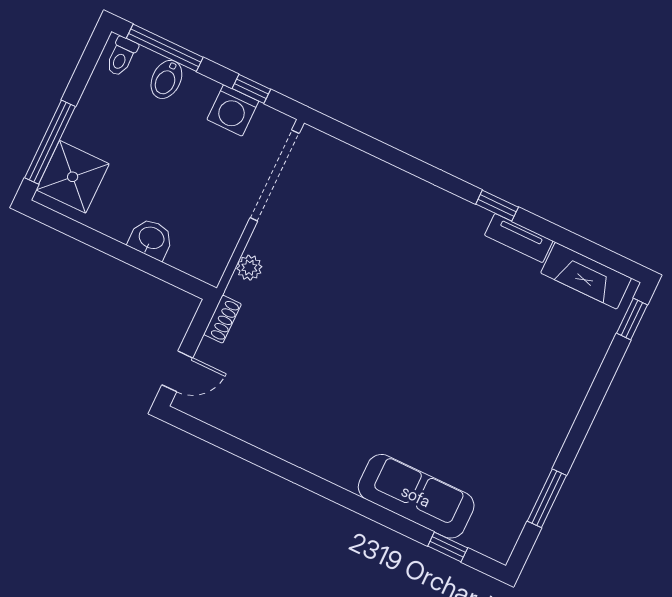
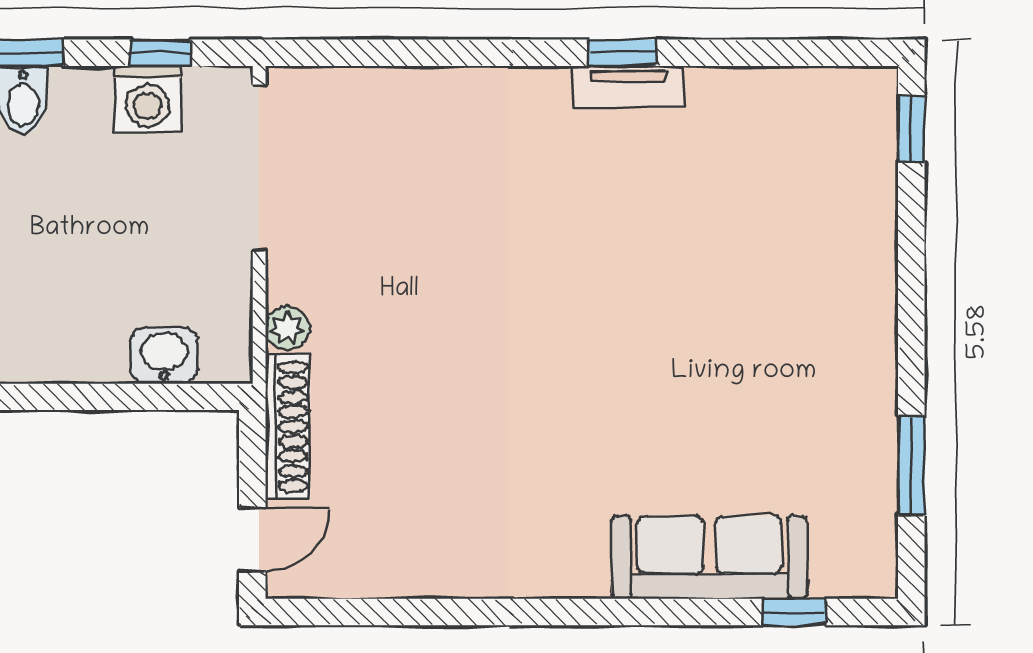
tv unit: (519, 238) -> (628, 87), moved
washbasin: (151, 239) -> (164, 355), moved
fireplace: (586, 276) -> (809, 95), removed
shoe rack: (222, 319) -> (288, 427), width x1.94, depth x1.24

